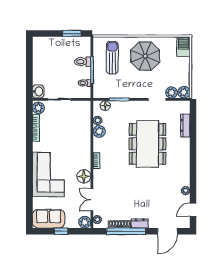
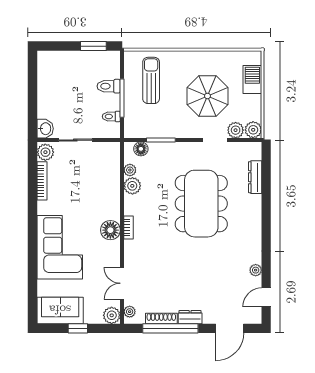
barbecue: (183, 47) -> (252, 80), moved
parasol: (145, 56) -> (207, 96), moved
floor lamp: (84, 176) -> (110, 230), moved

